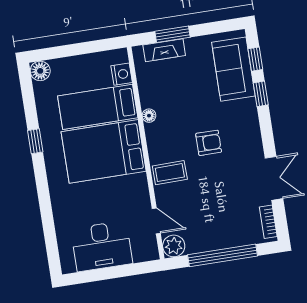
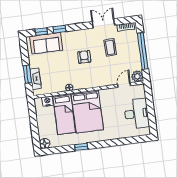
coffee table: (170, 173) -> (110, 47), moved

